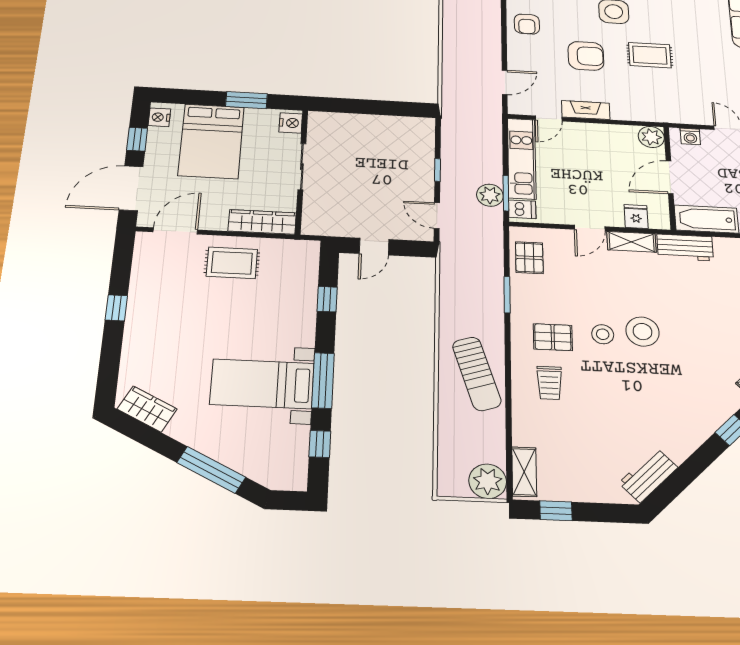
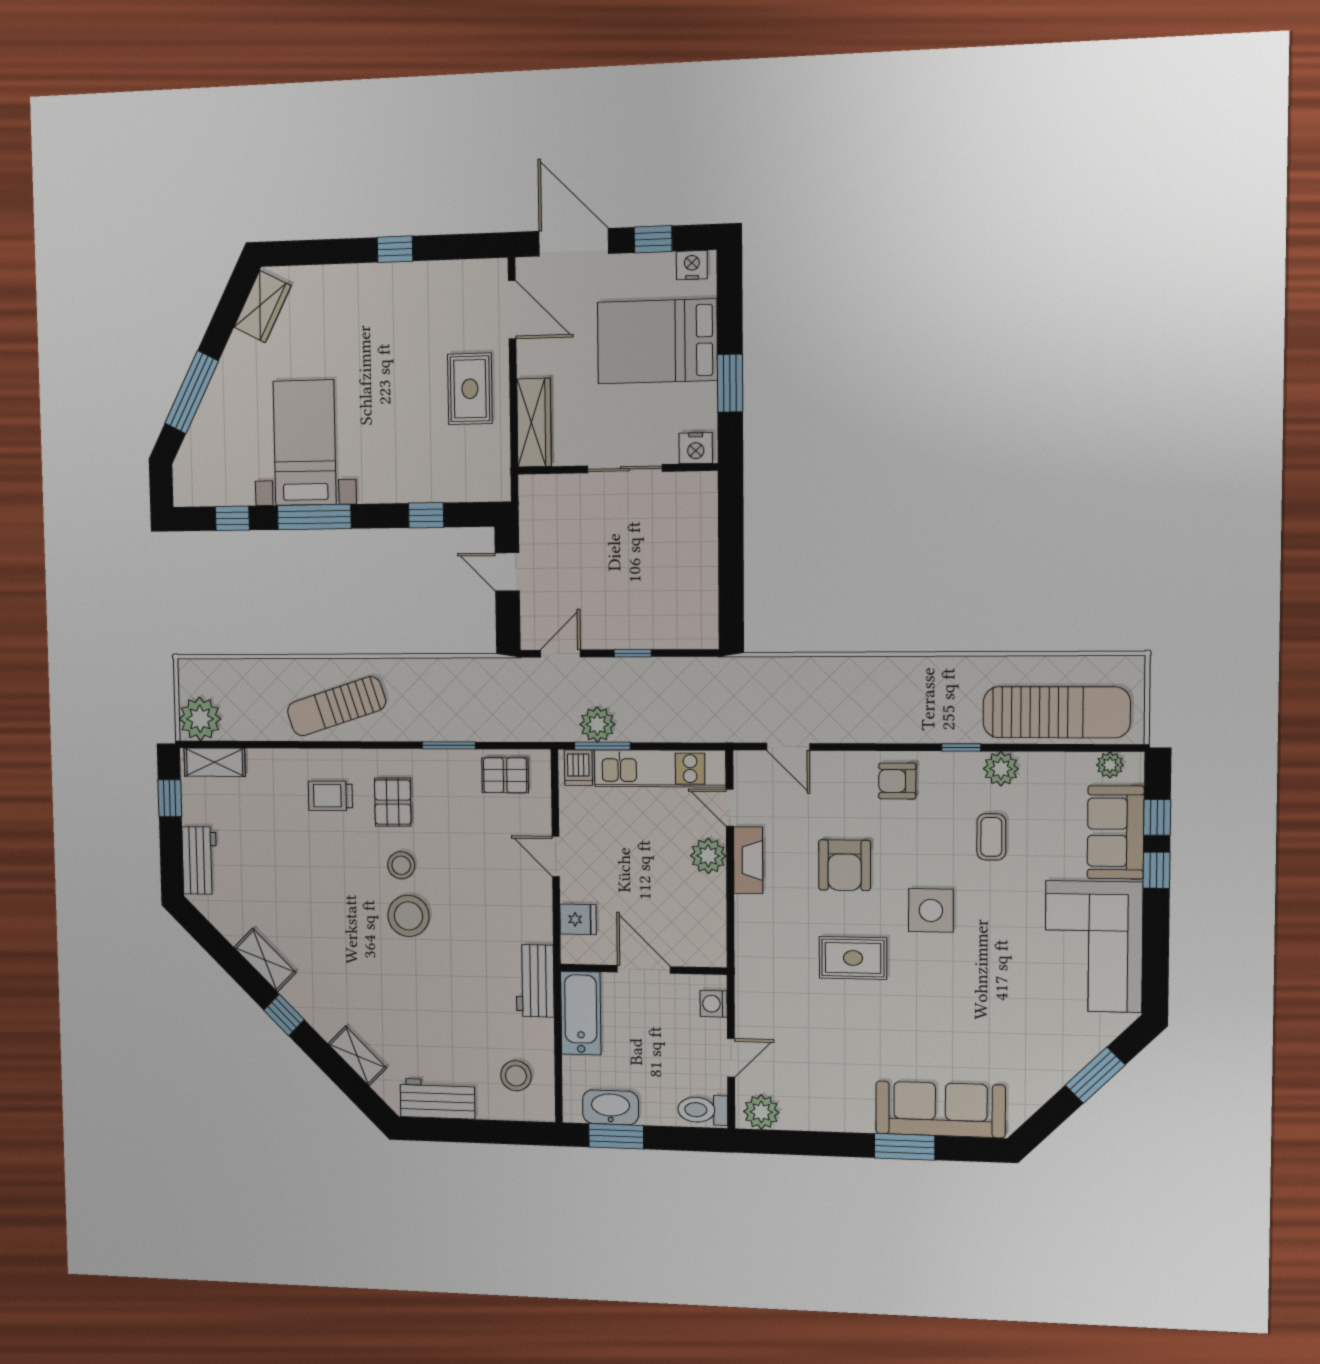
rug: (650, 55) -> (853, 958), turned 90
plant: (651, 137) -> (708, 856), moved
shelving: (632, 242) -> (265, 960), moved, turned -45
workbench: (648, 475) -> (200, 860), moved, turned 45

